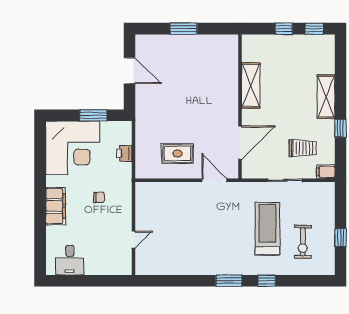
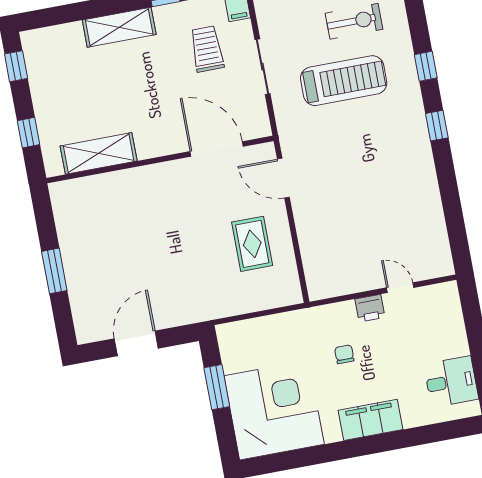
window: (284, 29) -> (28, 133), moved
shelving: (251, 85) -> (99, 153), moved
printer: (124, 153) -> (370, 308), moved
door: (214, 180) -> (283, 178), hinge flipped
treadmill: (267, 229) -> (344, 81), turned 180
window: (229, 281) -> (437, 126), width x0.67

